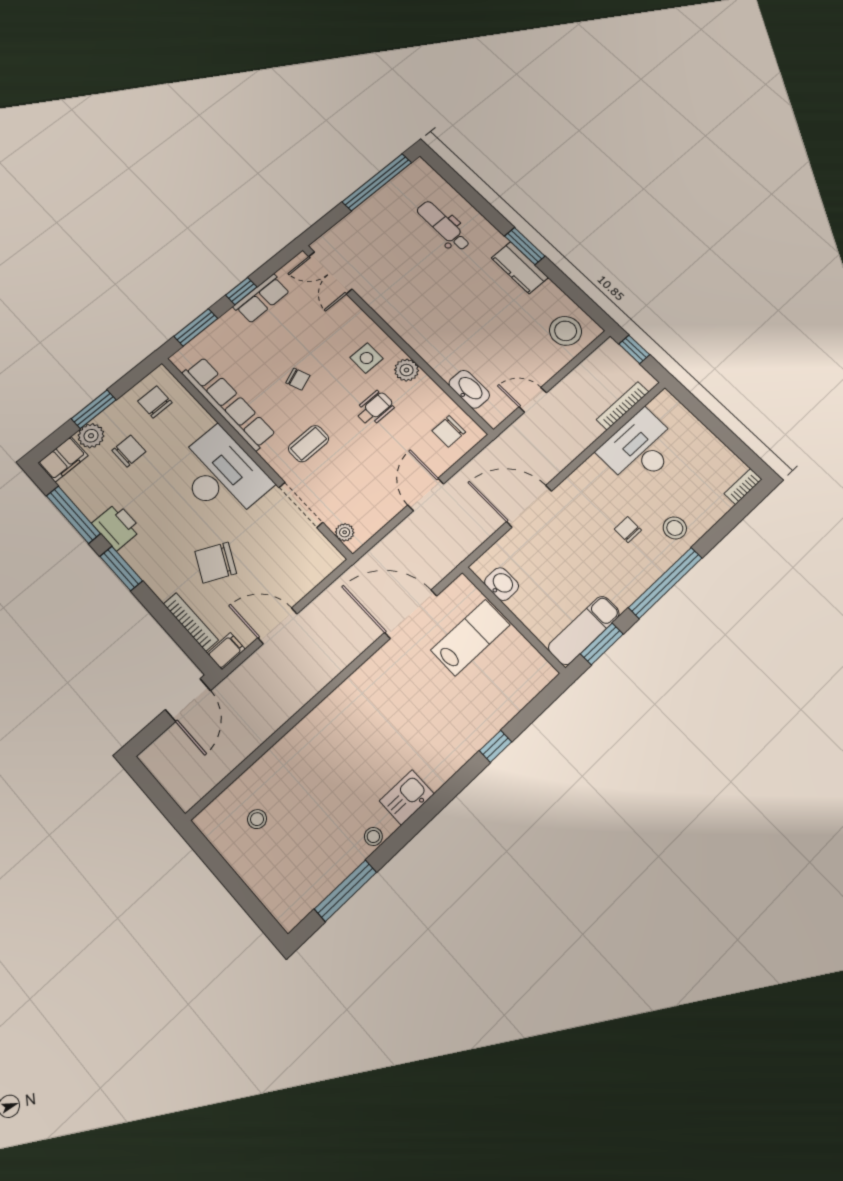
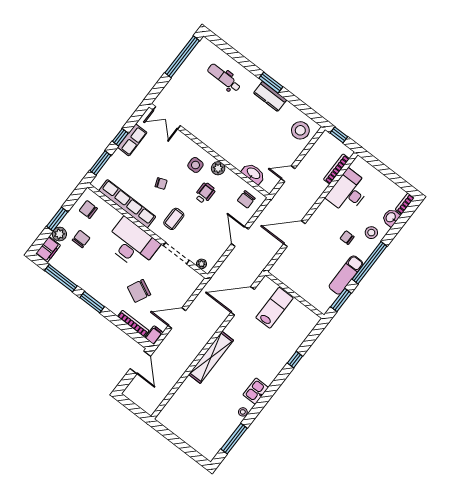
printer: (117, 527) -> (85, 281), removed
washbasin: (502, 584) -> (391, 218), moved, turned -90
exam couch: (584, 630) -> (346, 275), moved
shelving: (329, 714) -> (211, 357), added
stool: (257, 819) -> (186, 413), removed

